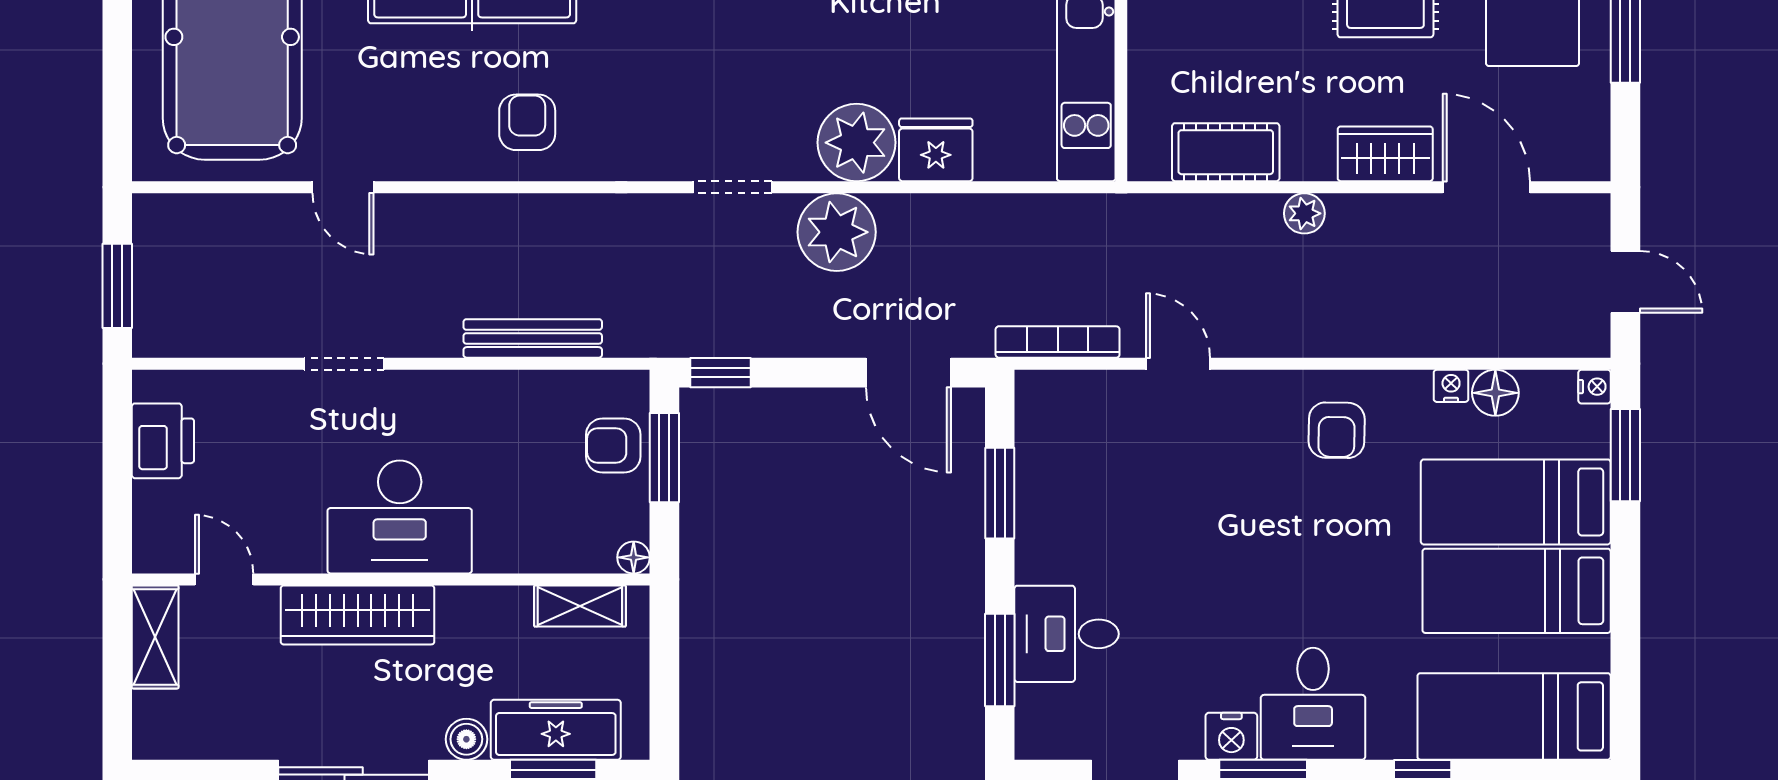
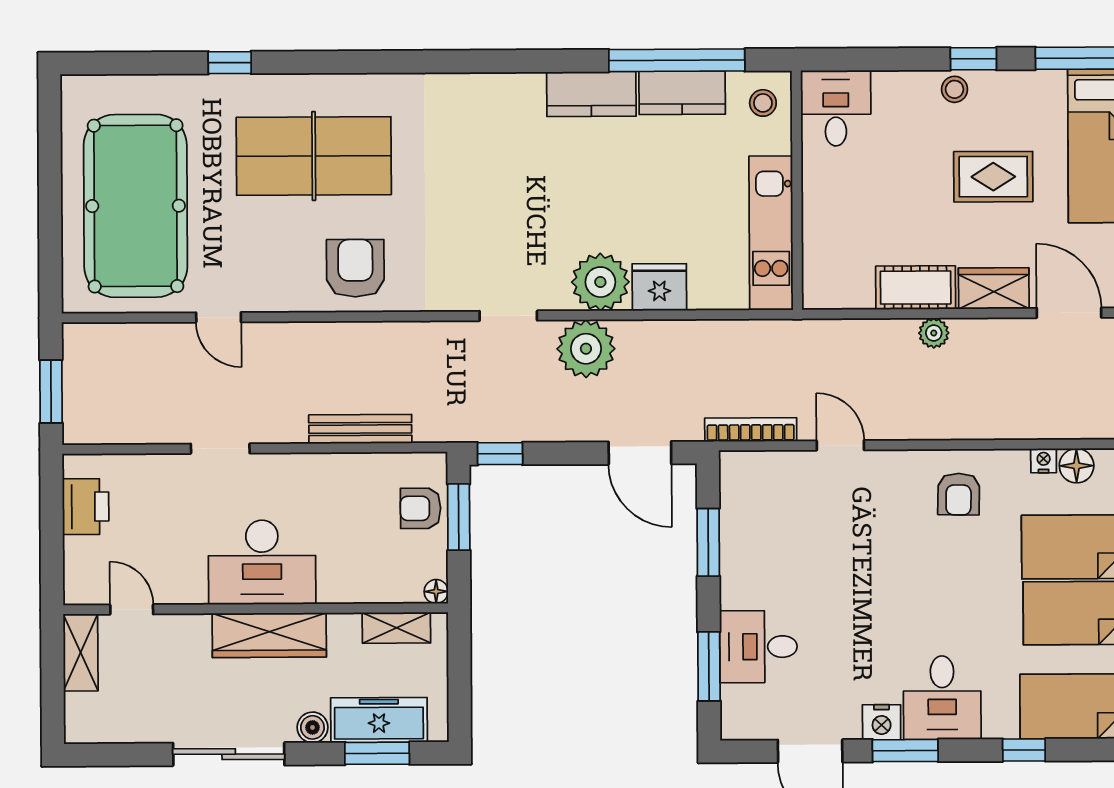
armchair: (527, 122) -> (355, 268), width x1.38, depth x1.38
cot: (1226, 152) -> (916, 288), moved
wardrobe: (358, 615) -> (269, 635), moved

